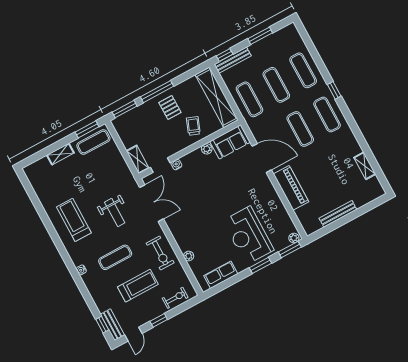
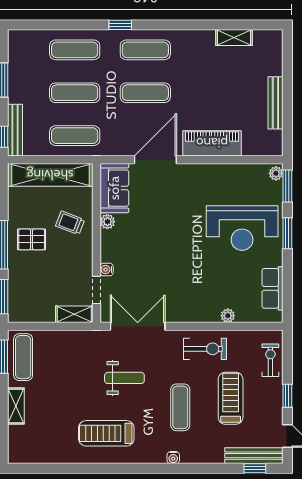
bench: (112, 325) -> (254, 456), width x1.36

